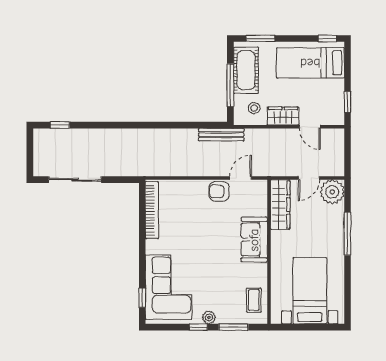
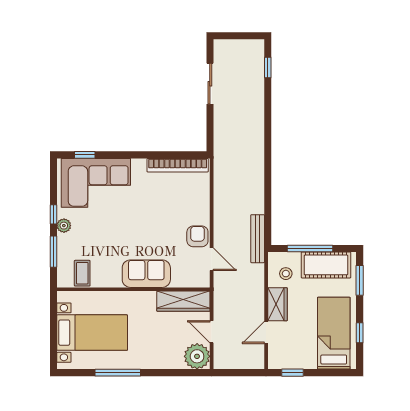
window: (327, 38) -> (360, 333), moved
sliding door: (75, 180) -> (210, 84), width x0.73
window: (348, 234) -> (118, 373), moved
coffee table: (254, 300) -> (82, 273), turned 90

